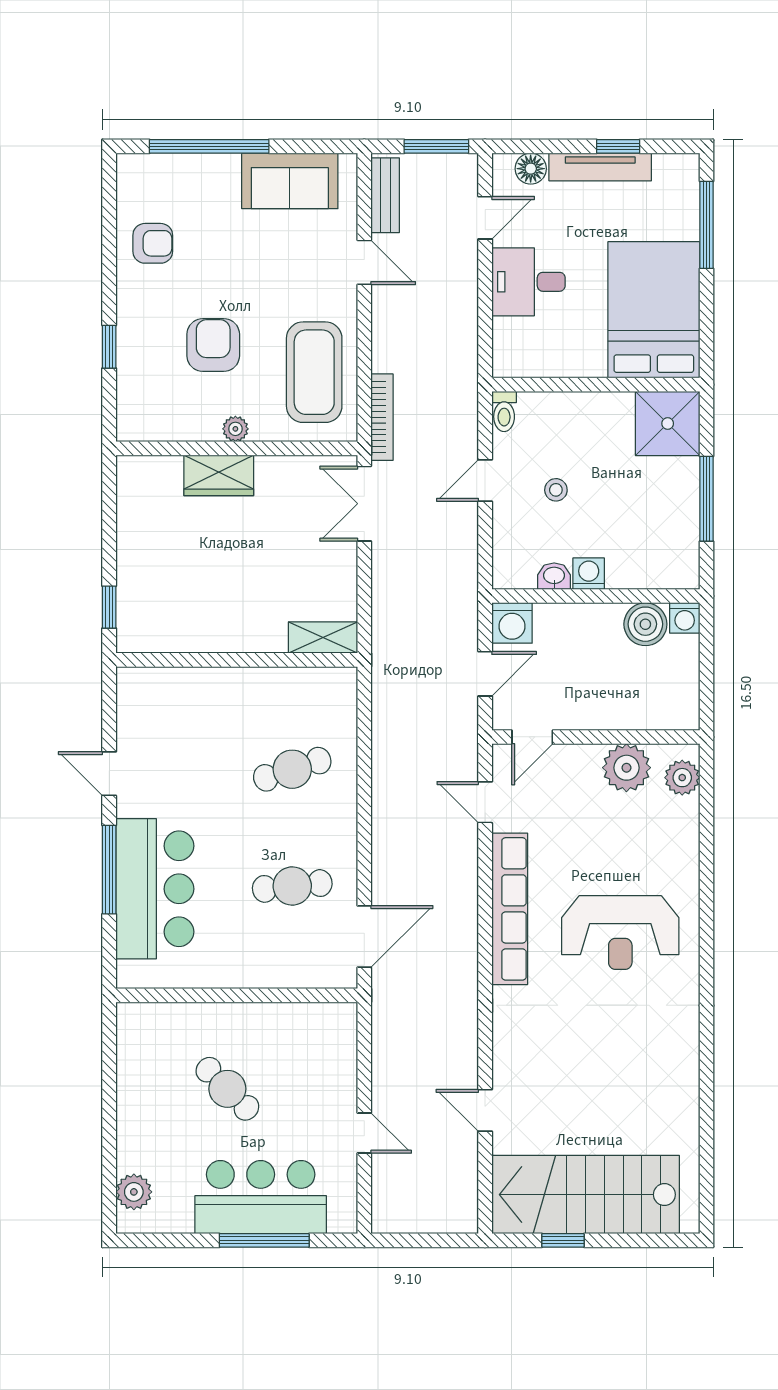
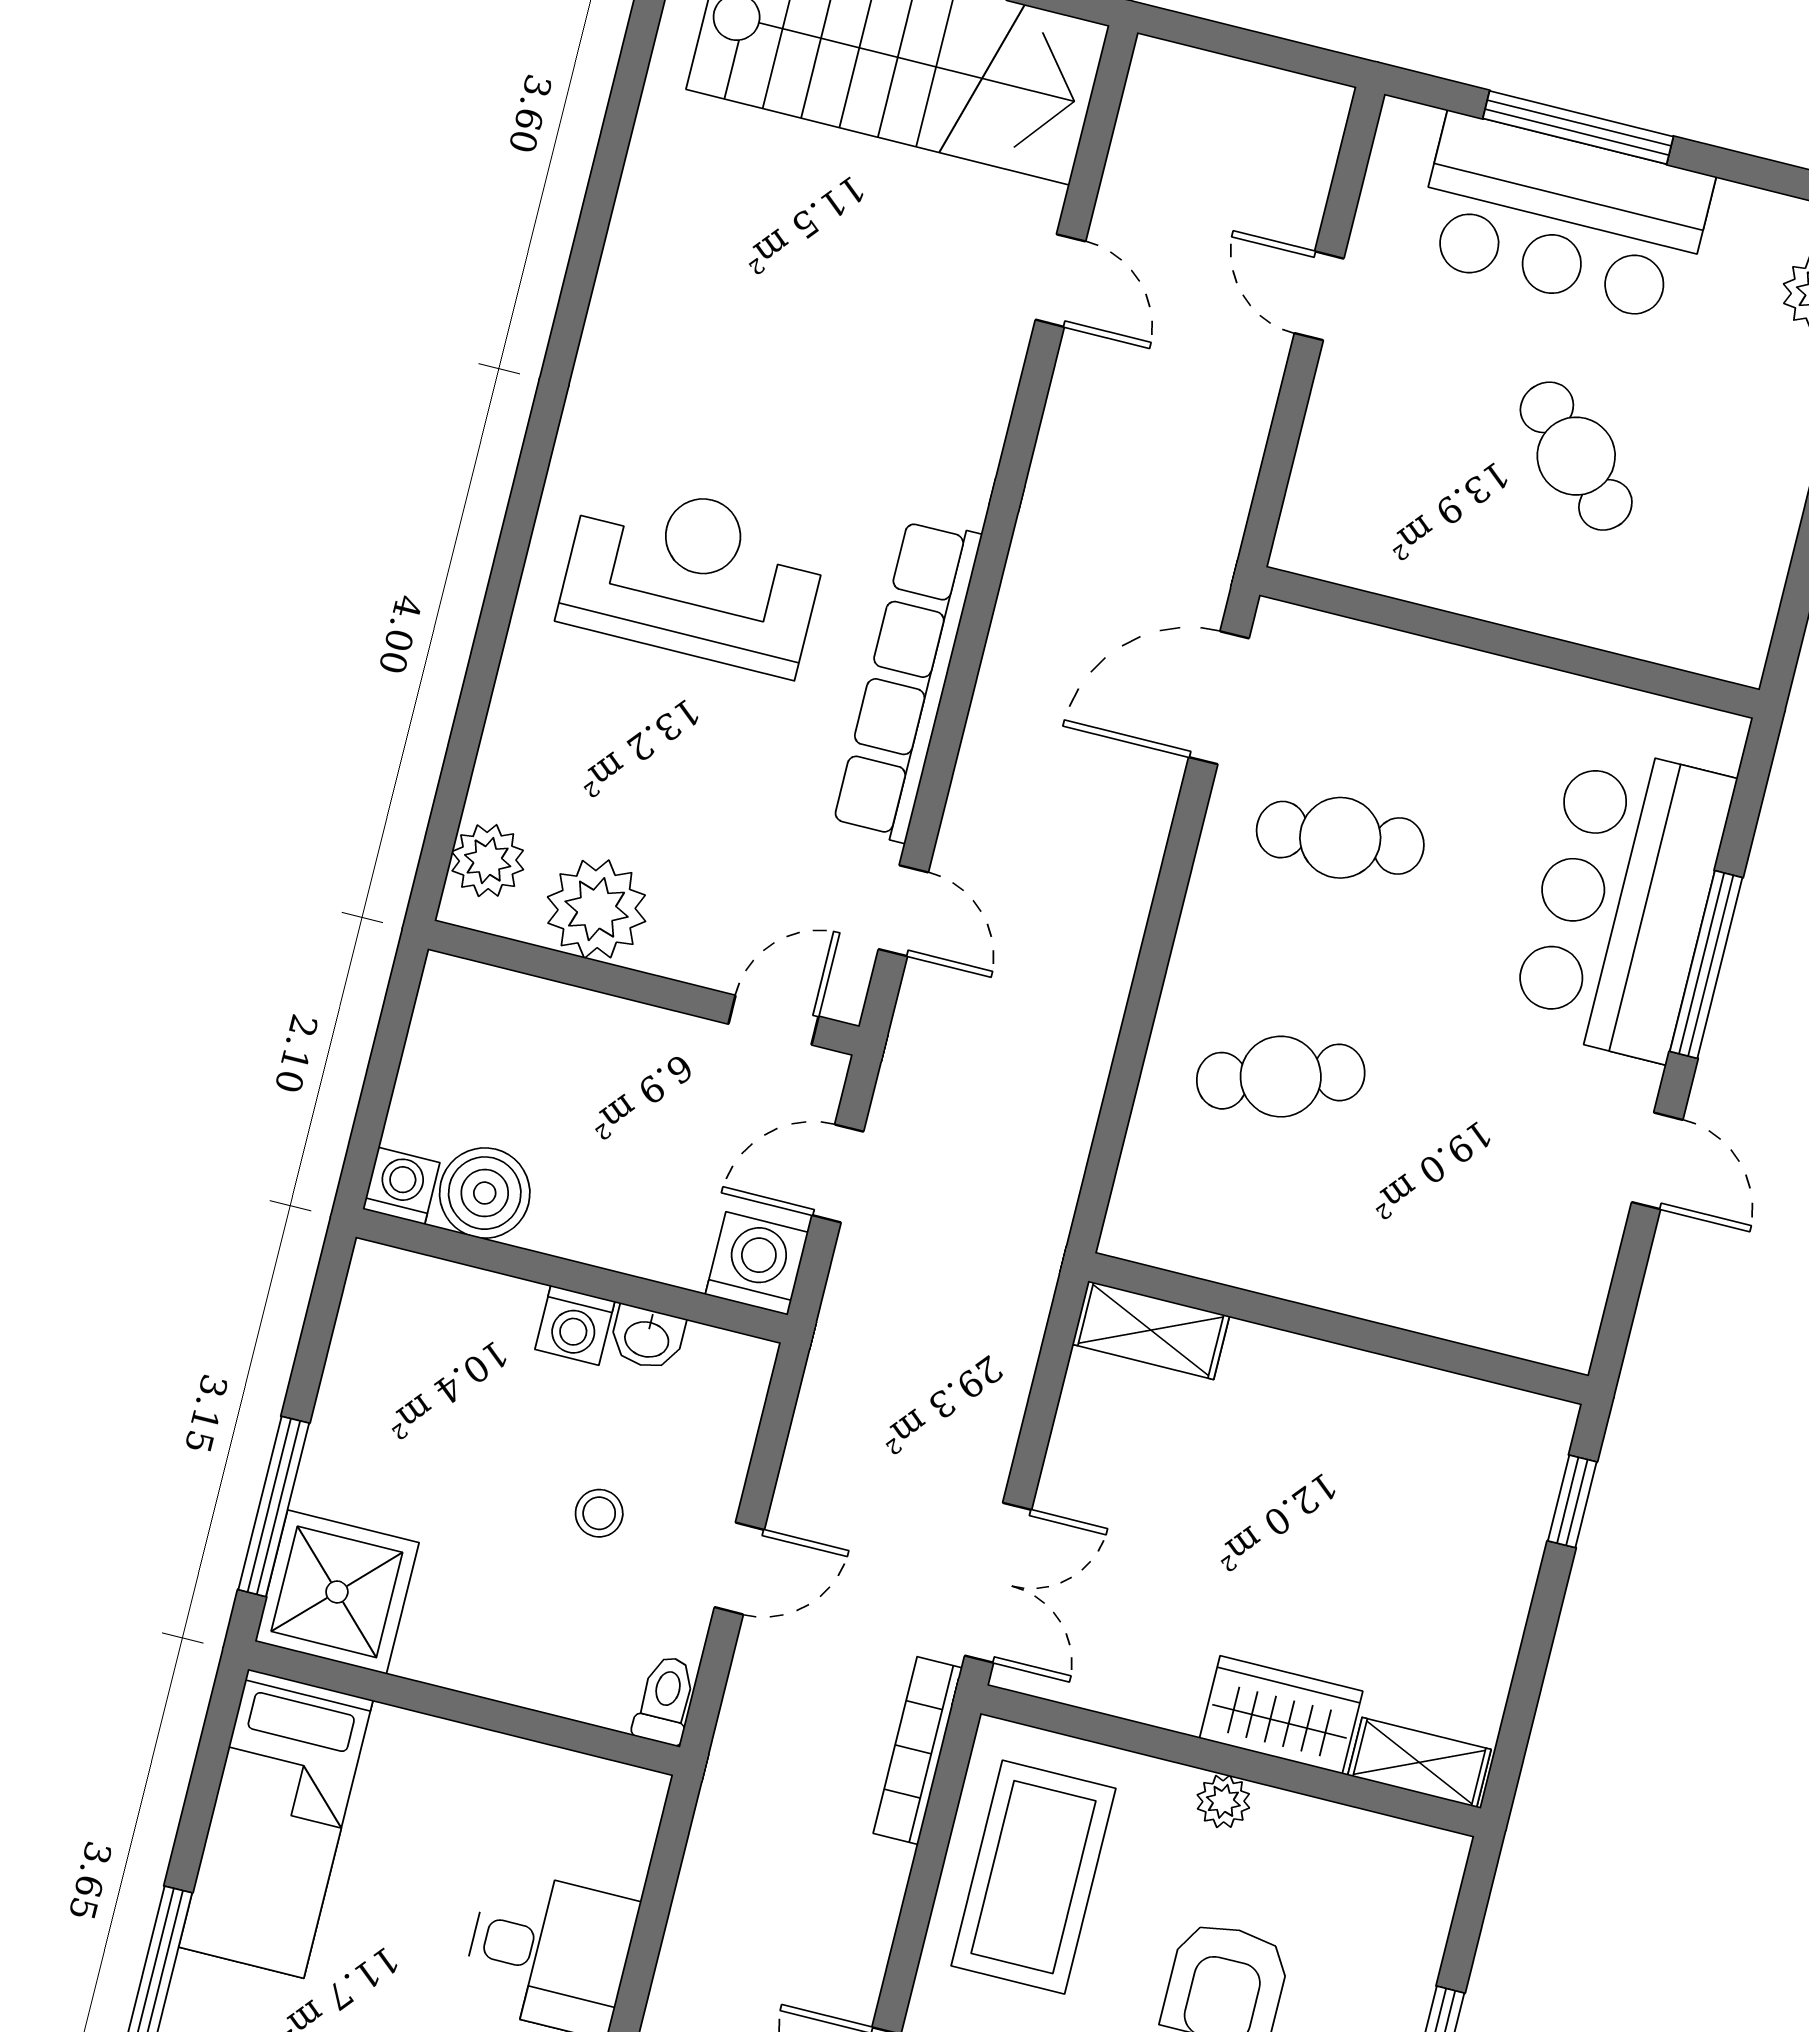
bed: (654, 310) -> (276, 1824), width x0.67
shelving: (150, 469) -> (1419, 1762), added
window: (707, 499) -> (274, 1506), moved

